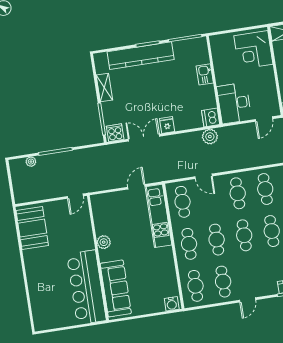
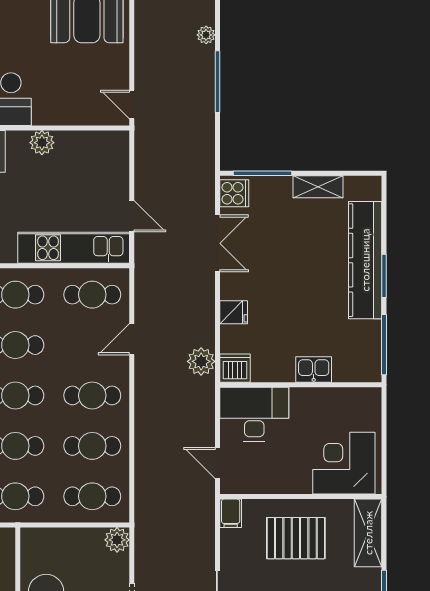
fridge: (167, 125) -> (234, 312), moved

